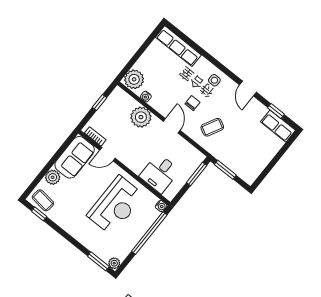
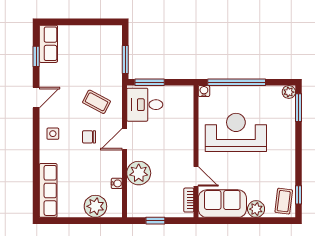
plant: (134, 79) -> (95, 206), moved
desk: (160, 173) -> (145, 105), moved, turned 180

